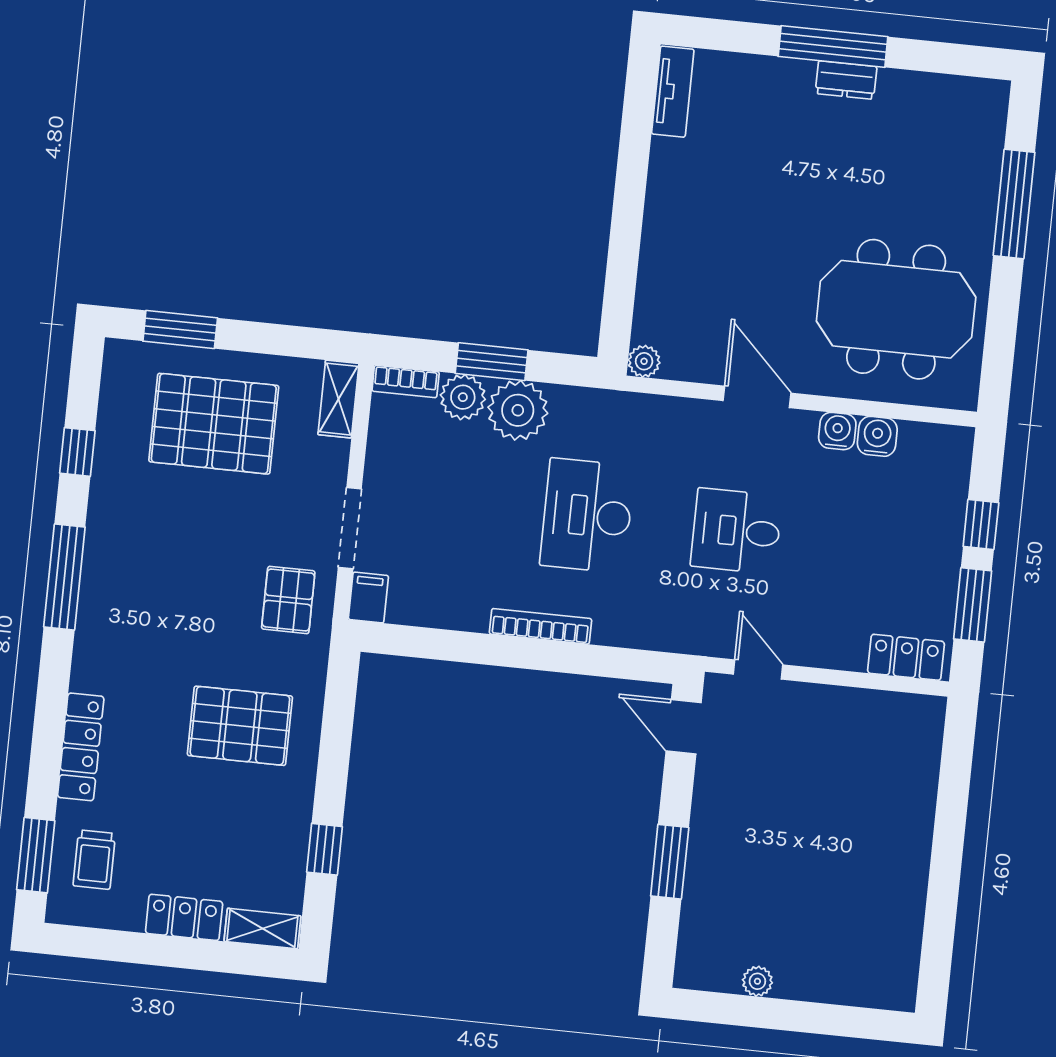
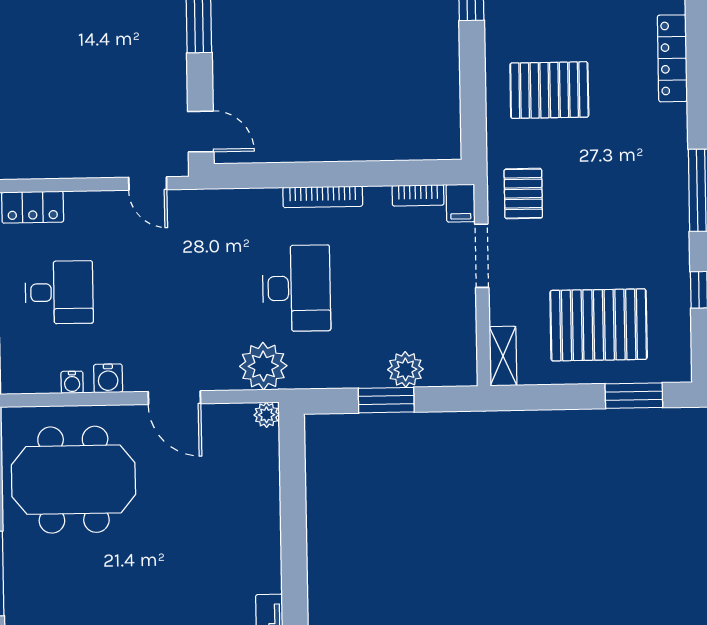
bookcase: (406, 381) -> (418, 195), moved, turned 180
plant: (518, 410) -> (263, 366), moved
water cooler: (877, 436) -> (72, 382), width x0.72, depth x0.72
desk: (736, 531) -> (59, 292), moved

